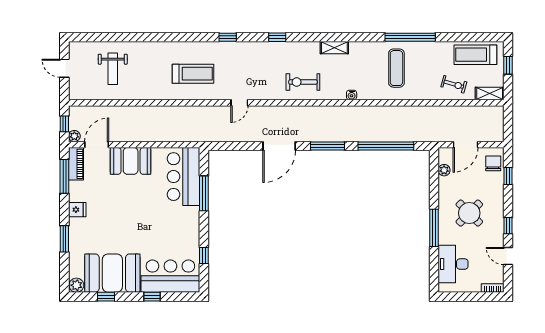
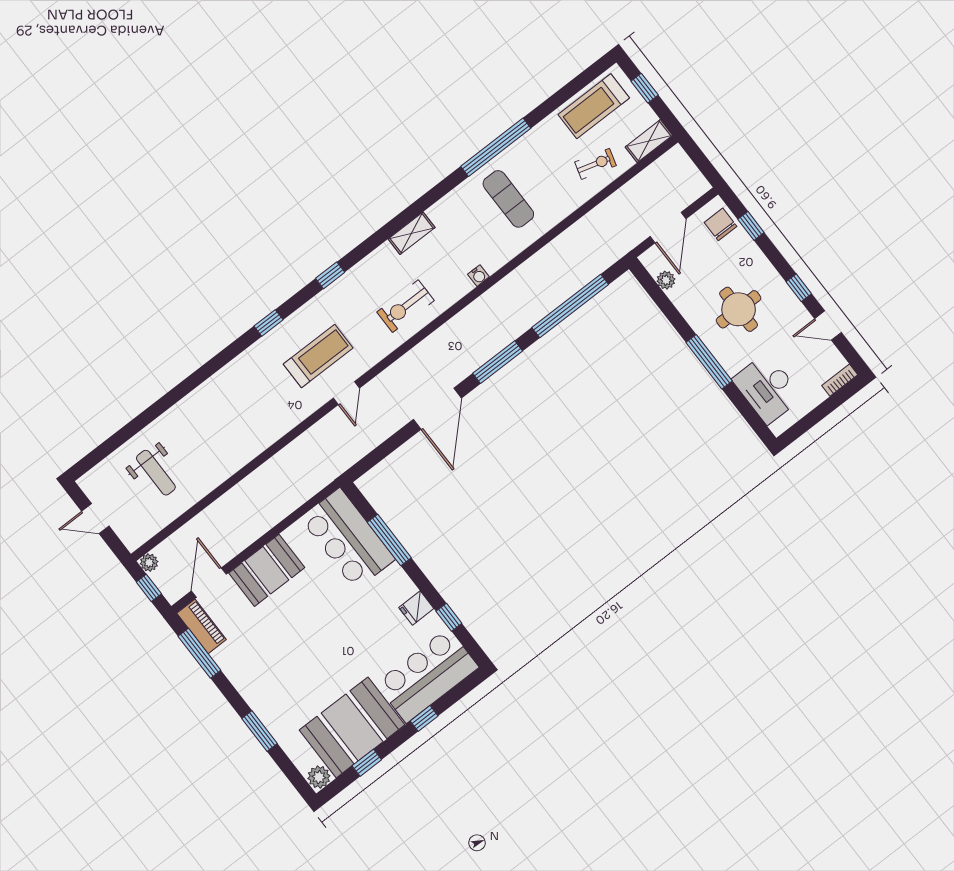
treadmill: (193, 74) -> (318, 356), moved
plant: (74, 136) -> (149, 563), moved
fridge: (77, 210) -> (416, 608), moved, turned 180
round table: (469, 213) -> (739, 309), turned 45

